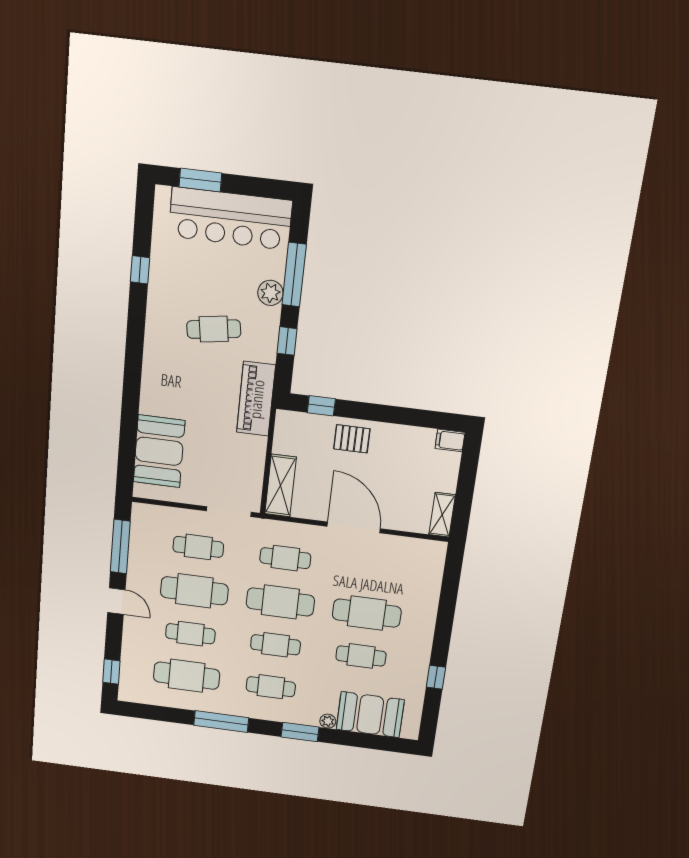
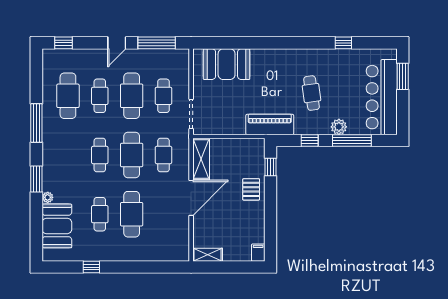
shelving: (281, 486) -> (201, 159), moved, turned 90
cafe table: (271, 687) -> (68, 155), removed

